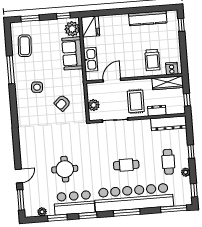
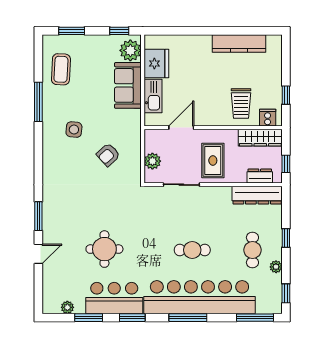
window: (181, 25) -> (286, 95), moved
fridge: (90, 27) -> (156, 63), moved
dresser: (157, 111) -> (260, 176), moved
window: (21, 200) -> (38, 216), moved

